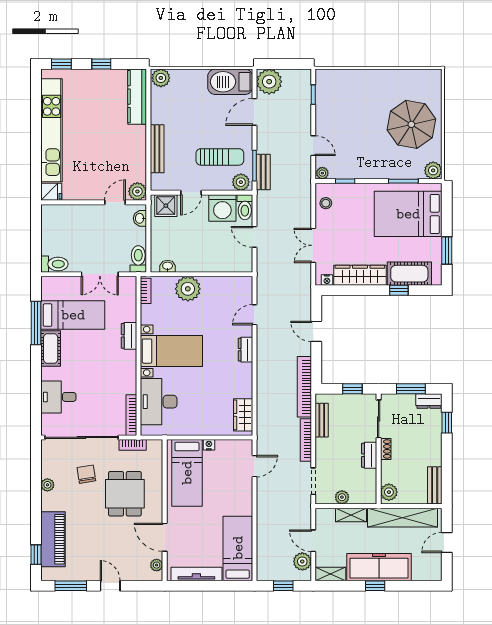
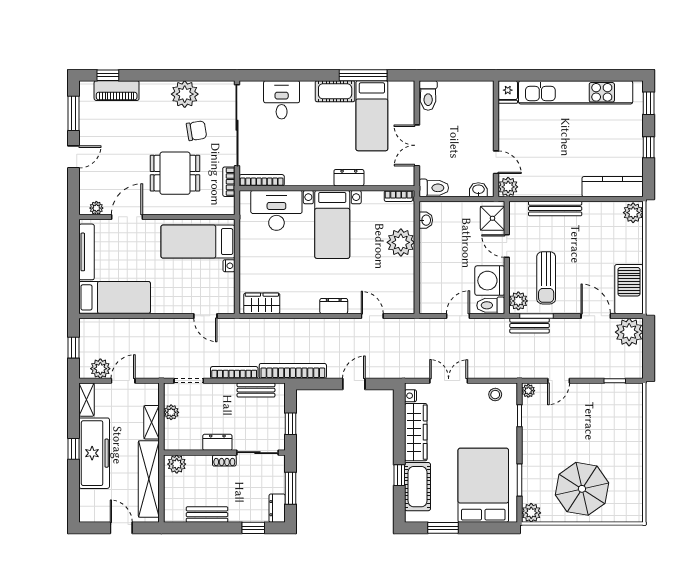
plant: (47, 485) -> (185, 94), width x1.88, depth x1.88
bench: (435, 485) -> (207, 515), moved
piano: (53, 539) -> (117, 91), width x0.73, depth x0.75

